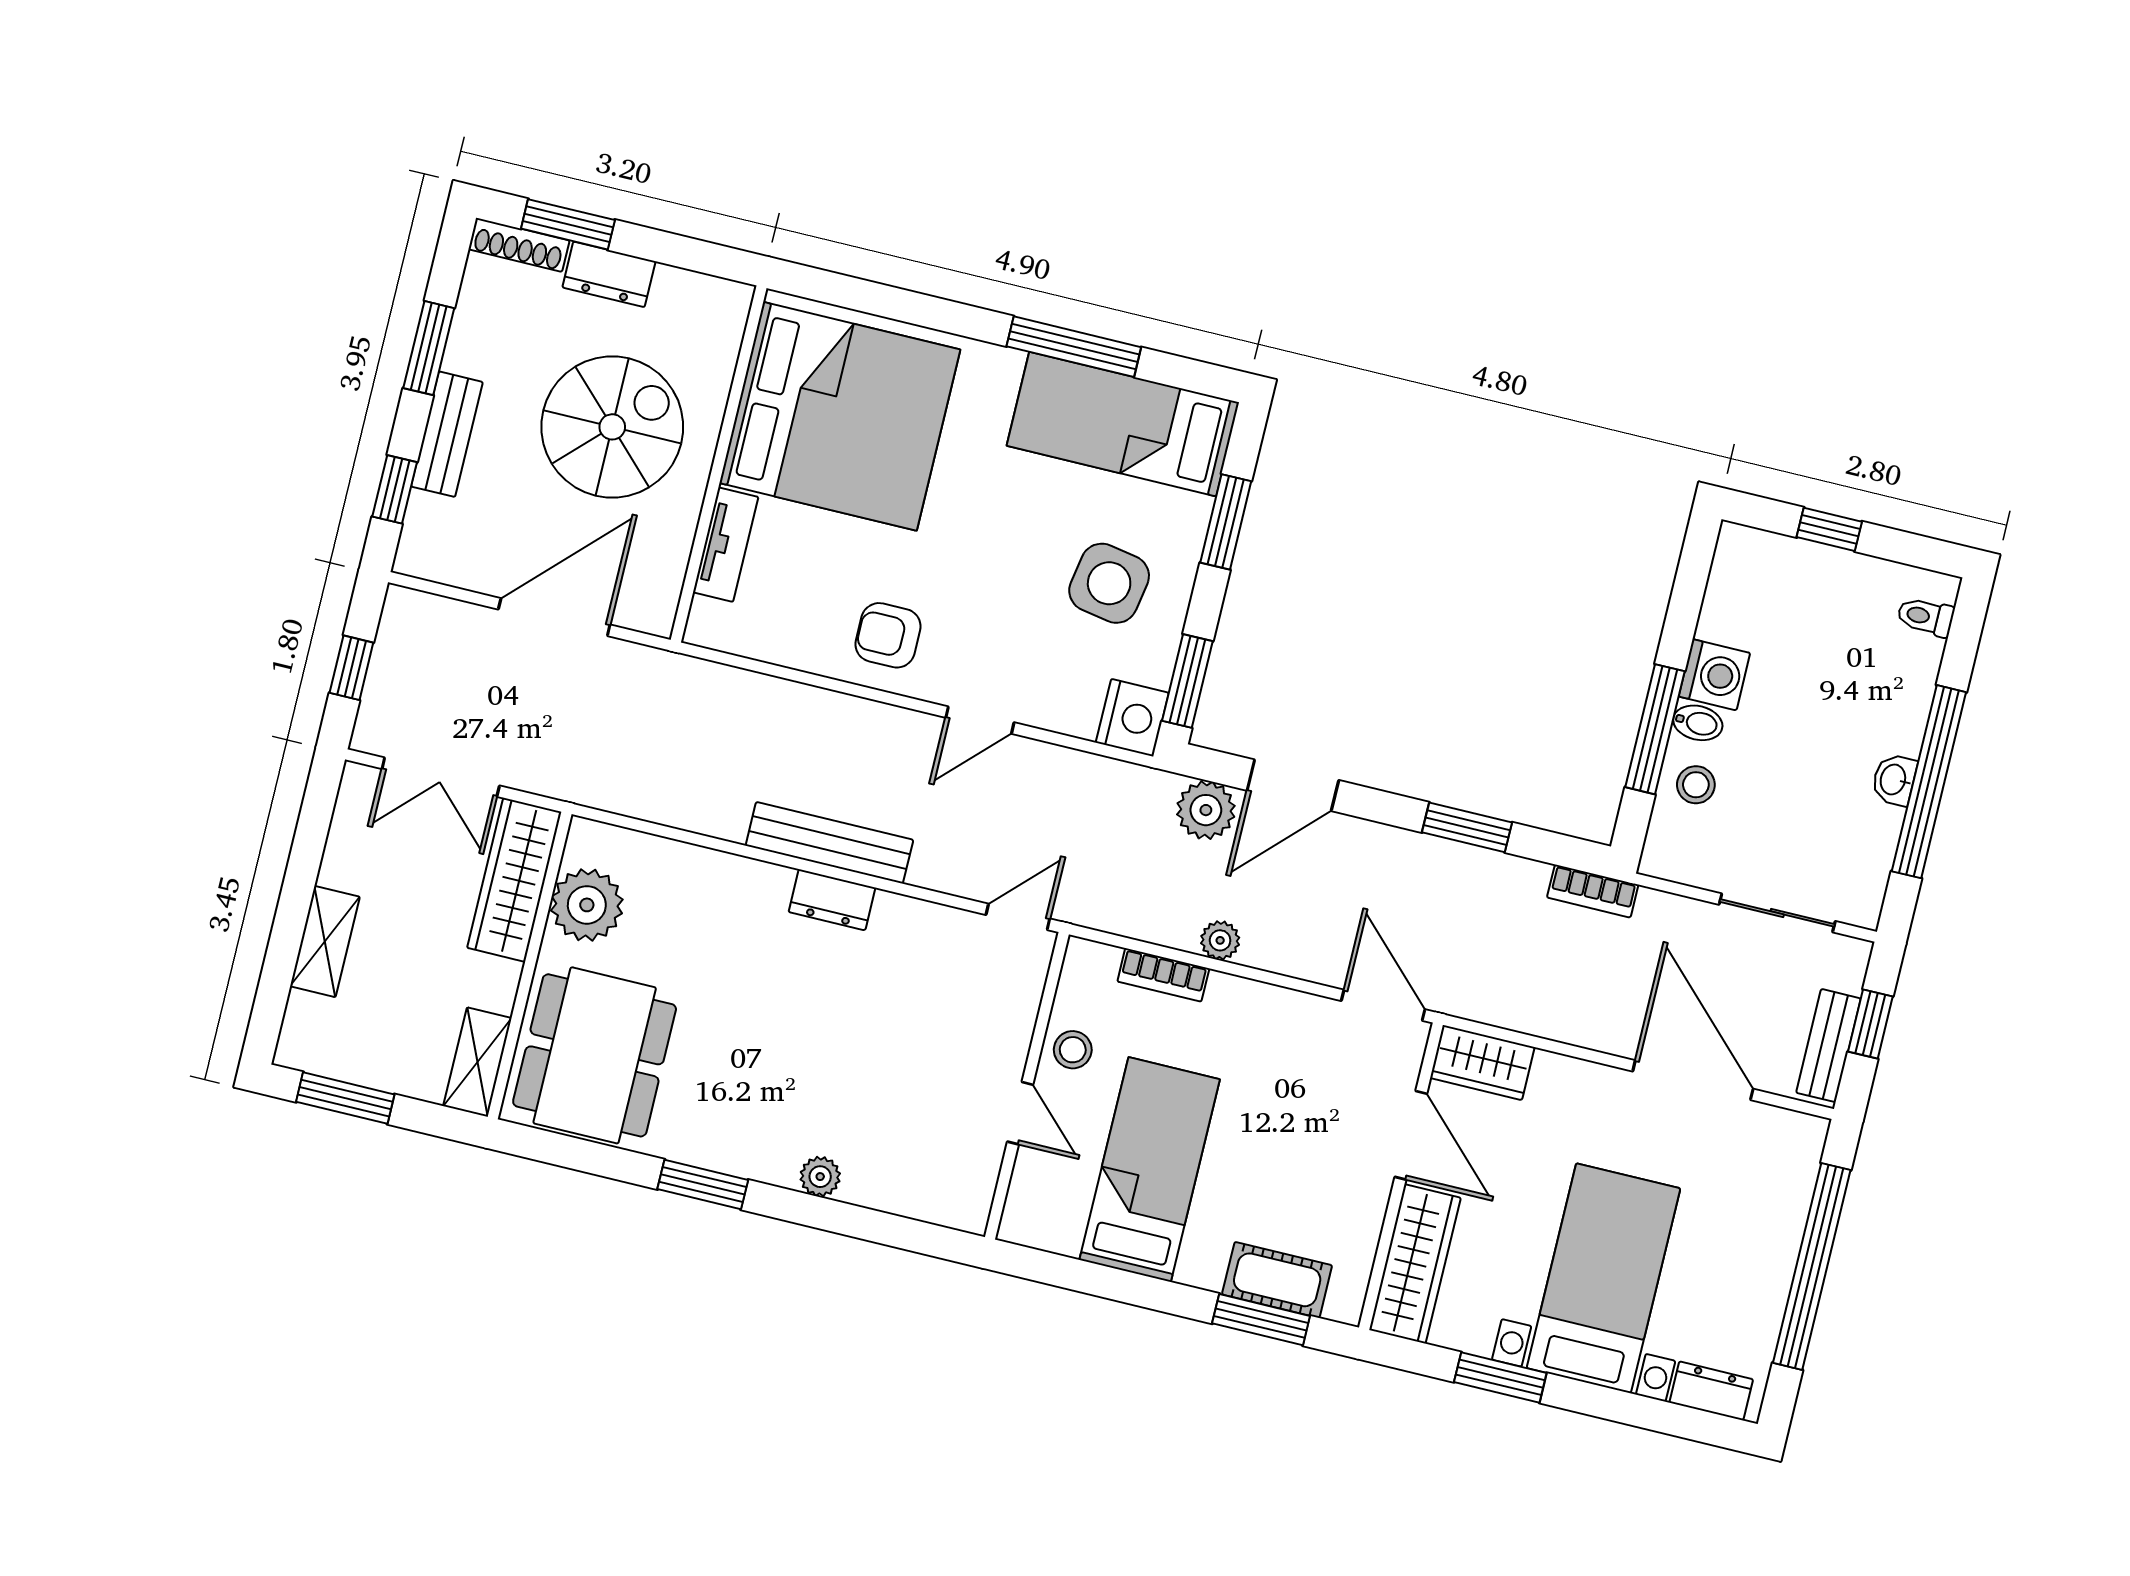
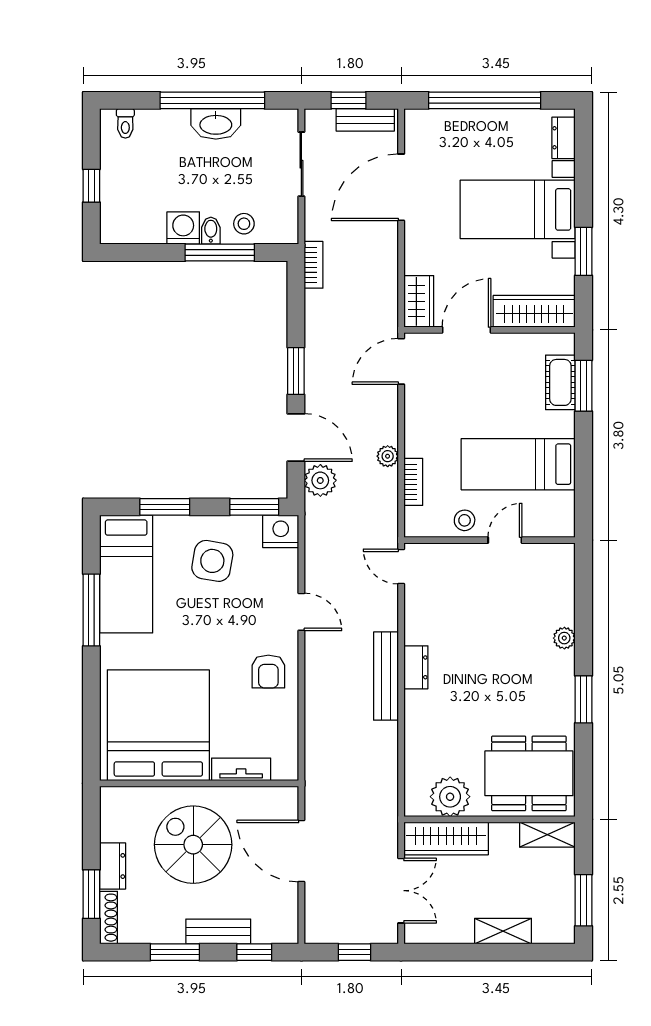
washbasin: (1894, 780) -> (216, 124), width x1.91, depth x1.45
window: (1467, 827) -> (296, 371), moved

